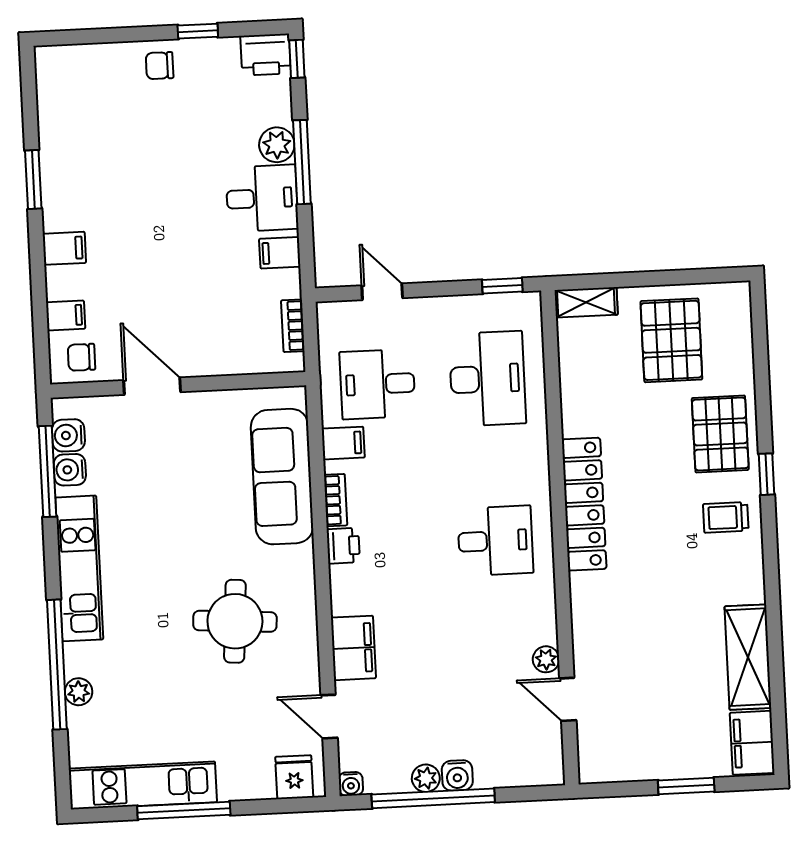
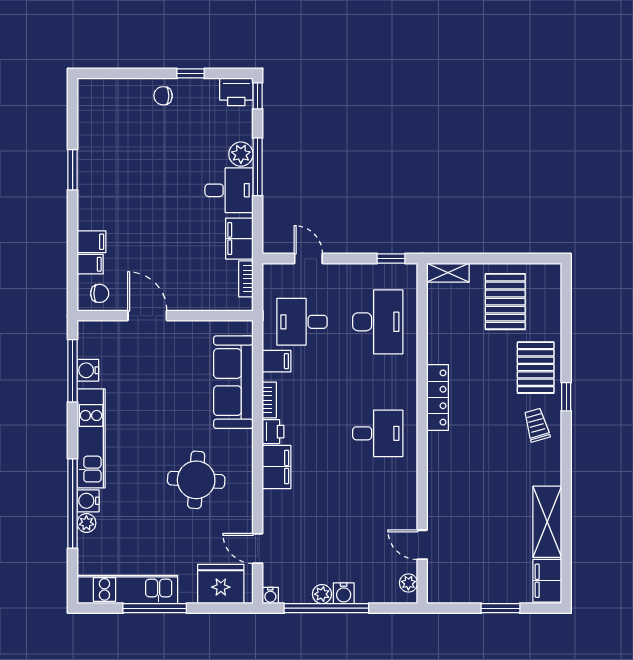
filing cabinet: (64, 248) -> (92, 242), moved
filing cabinet: (280, 253) -> (239, 239), width x2.00
chair: (81, 357) -> (100, 293), turned 180
water cooler: (68, 435) -> (88, 501), moved
locker: (584, 504) -> (438, 398), width x0.71, depth x0.83
trolley: (726, 517) -> (537, 425), turned 74
filing cabinet: (353, 648) -> (277, 467), moved
plant: (546, 659) -> (408, 583), moved
fridge: (294, 777) -> (221, 584), width x1.88, depth x1.34

